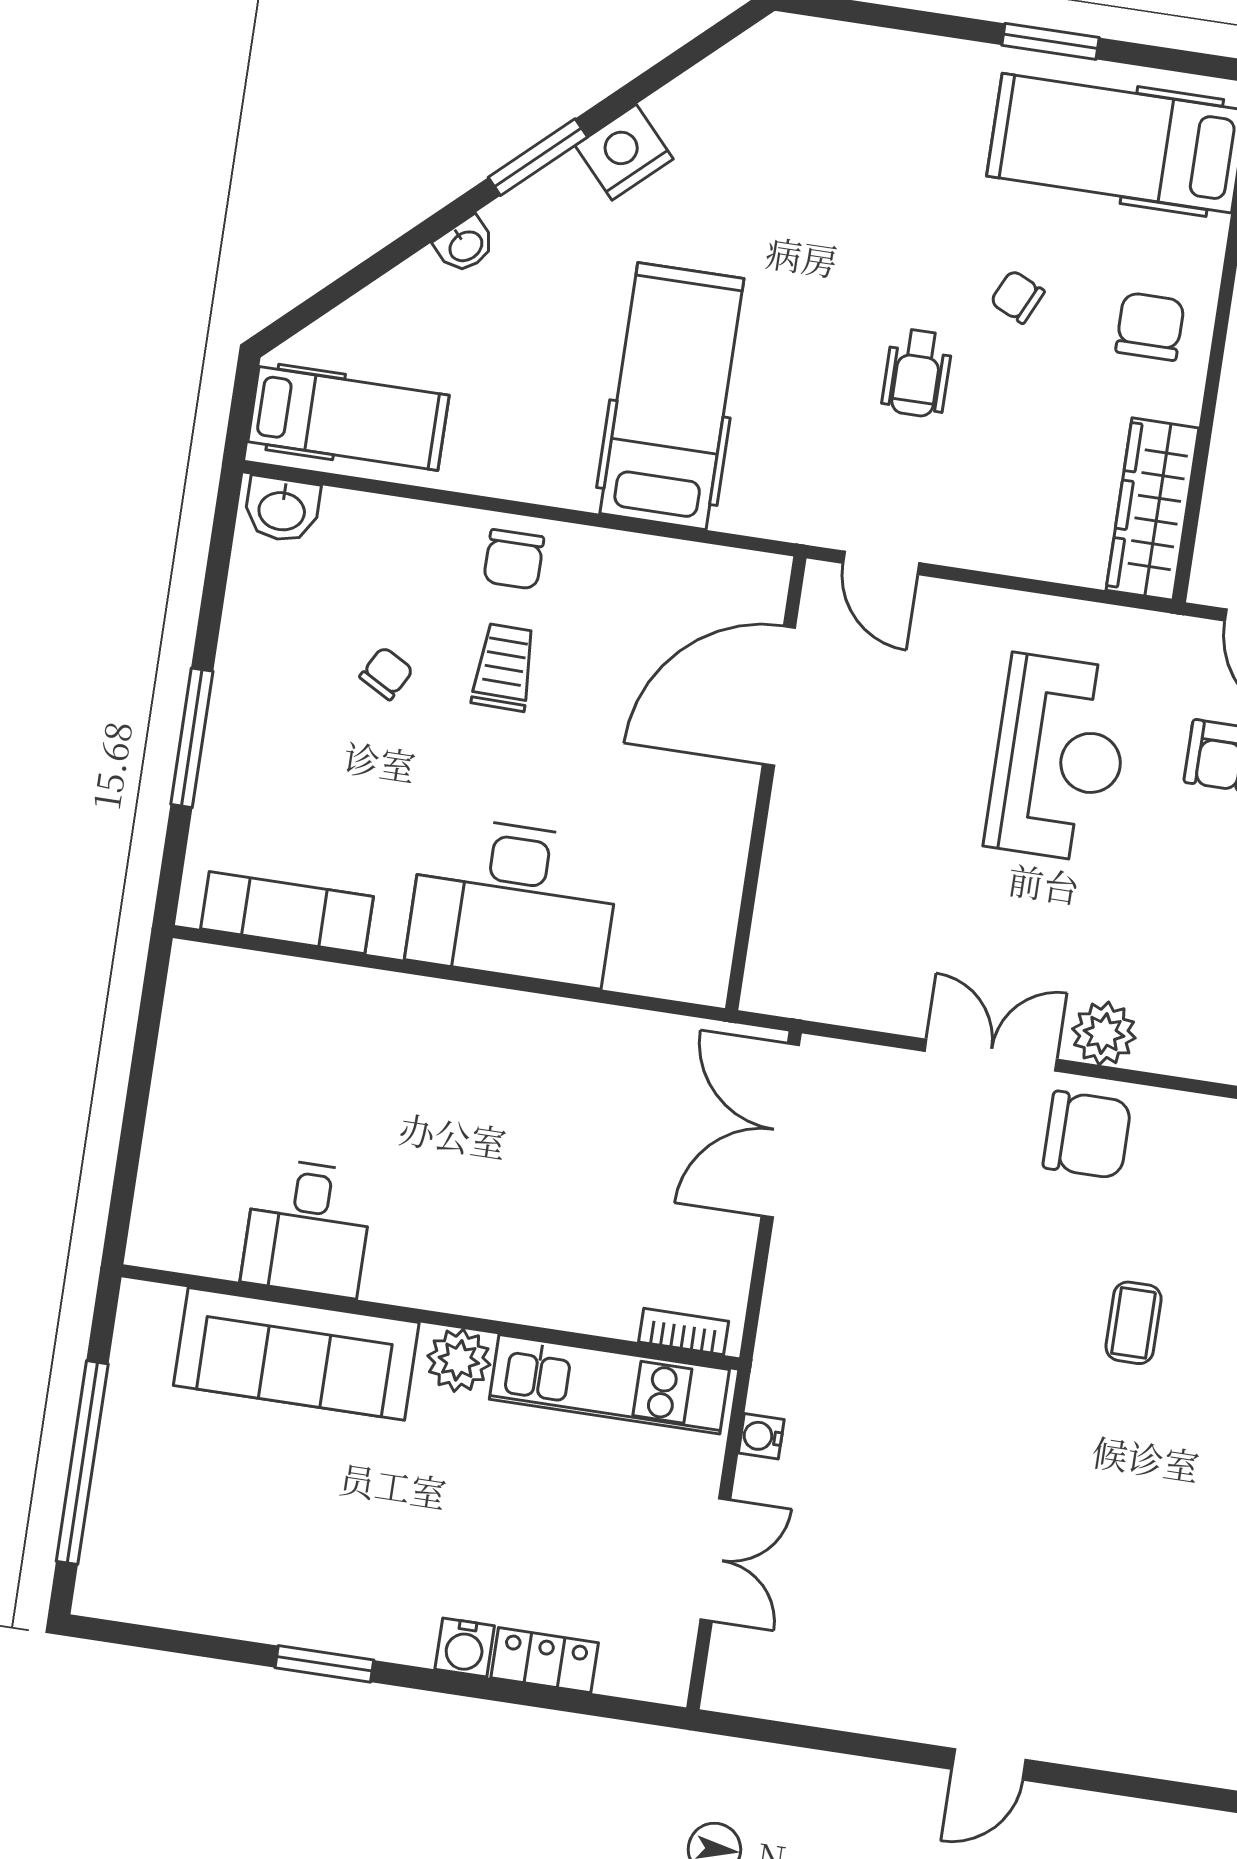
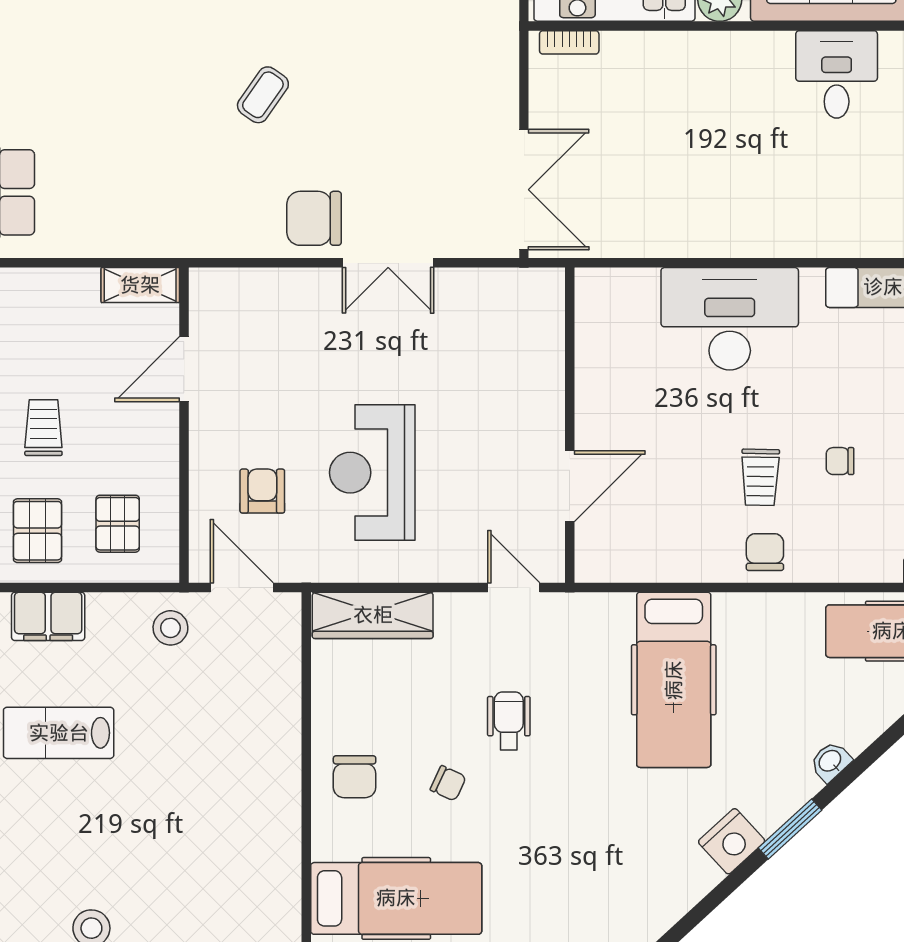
wardrobe: (1152, 509) -> (373, 615), moved, turned 90
chair: (386, 673) -> (840, 461), turned 61
door: (779, 696) -> (570, 486), width x0.73
plant: (1104, 1033) -> (313, 289), removed
coffee table: (1134, 1323) -> (263, 95), turned 35

